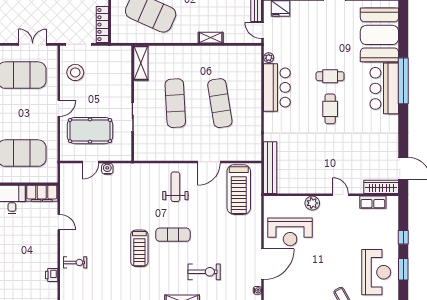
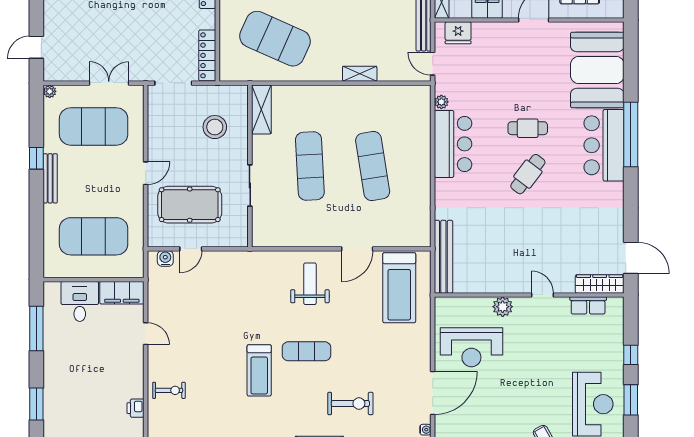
stool: (75, 72) -> (215, 127), moved
cafe table: (330, 109) -> (528, 174), turned 37
water cooler: (107, 169) -> (165, 258), moved

